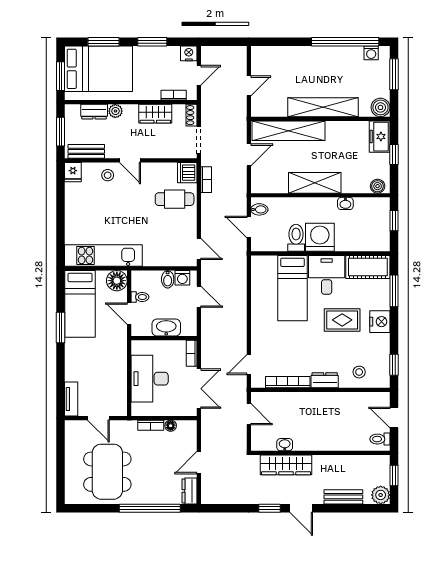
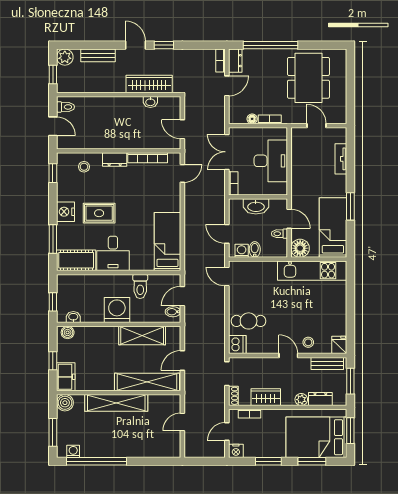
bookcase: (206, 180) -> (220, 60), moved
shelving: (315, 183) -> (142, 336), moved
washbasin: (345, 203) -> (73, 317), moved
door: (249, 227) -> (182, 296), swing flipped
washing machine: (320, 237) -> (117, 310), moved, turned 180
bed: (293, 288) -> (167, 242), moved
tv unit: (71, 399) -> (341, 159), moved

